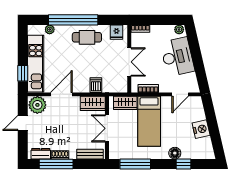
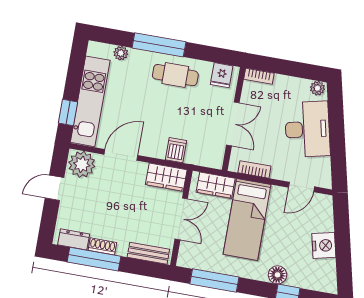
window: (73, 20) -> (159, 45), width x0.68
double door: (107, 128) -> (181, 219), swing flipped

